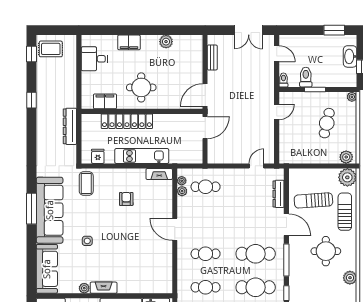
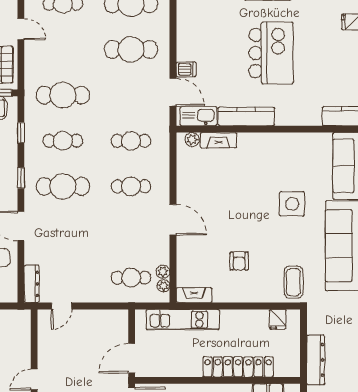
kitchen unit: (142, 156) -> (183, 320), moved
dresser: (279, 194) -> (32, 284), moved
side table: (87, 241) -> (292, 204), width x1.87, depth x1.87
window: (286, 260) -> (21, 178), width x0.46
cafe table: (256, 287) -> (63, 141), width x0.73, depth x0.74
plant: (84, 288) -> (192, 139), moved
fireplace: (104, 288) -> (218, 140), moved

